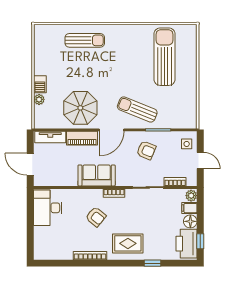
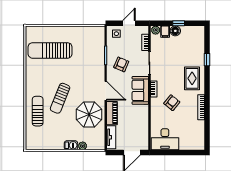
sun lounger: (137, 109) -> (60, 98), moved
sofa: (97, 175) -> (140, 90), moved
window: (200, 241) -> (179, 23), moved
printer: (187, 244) -> (192, 34), removed

